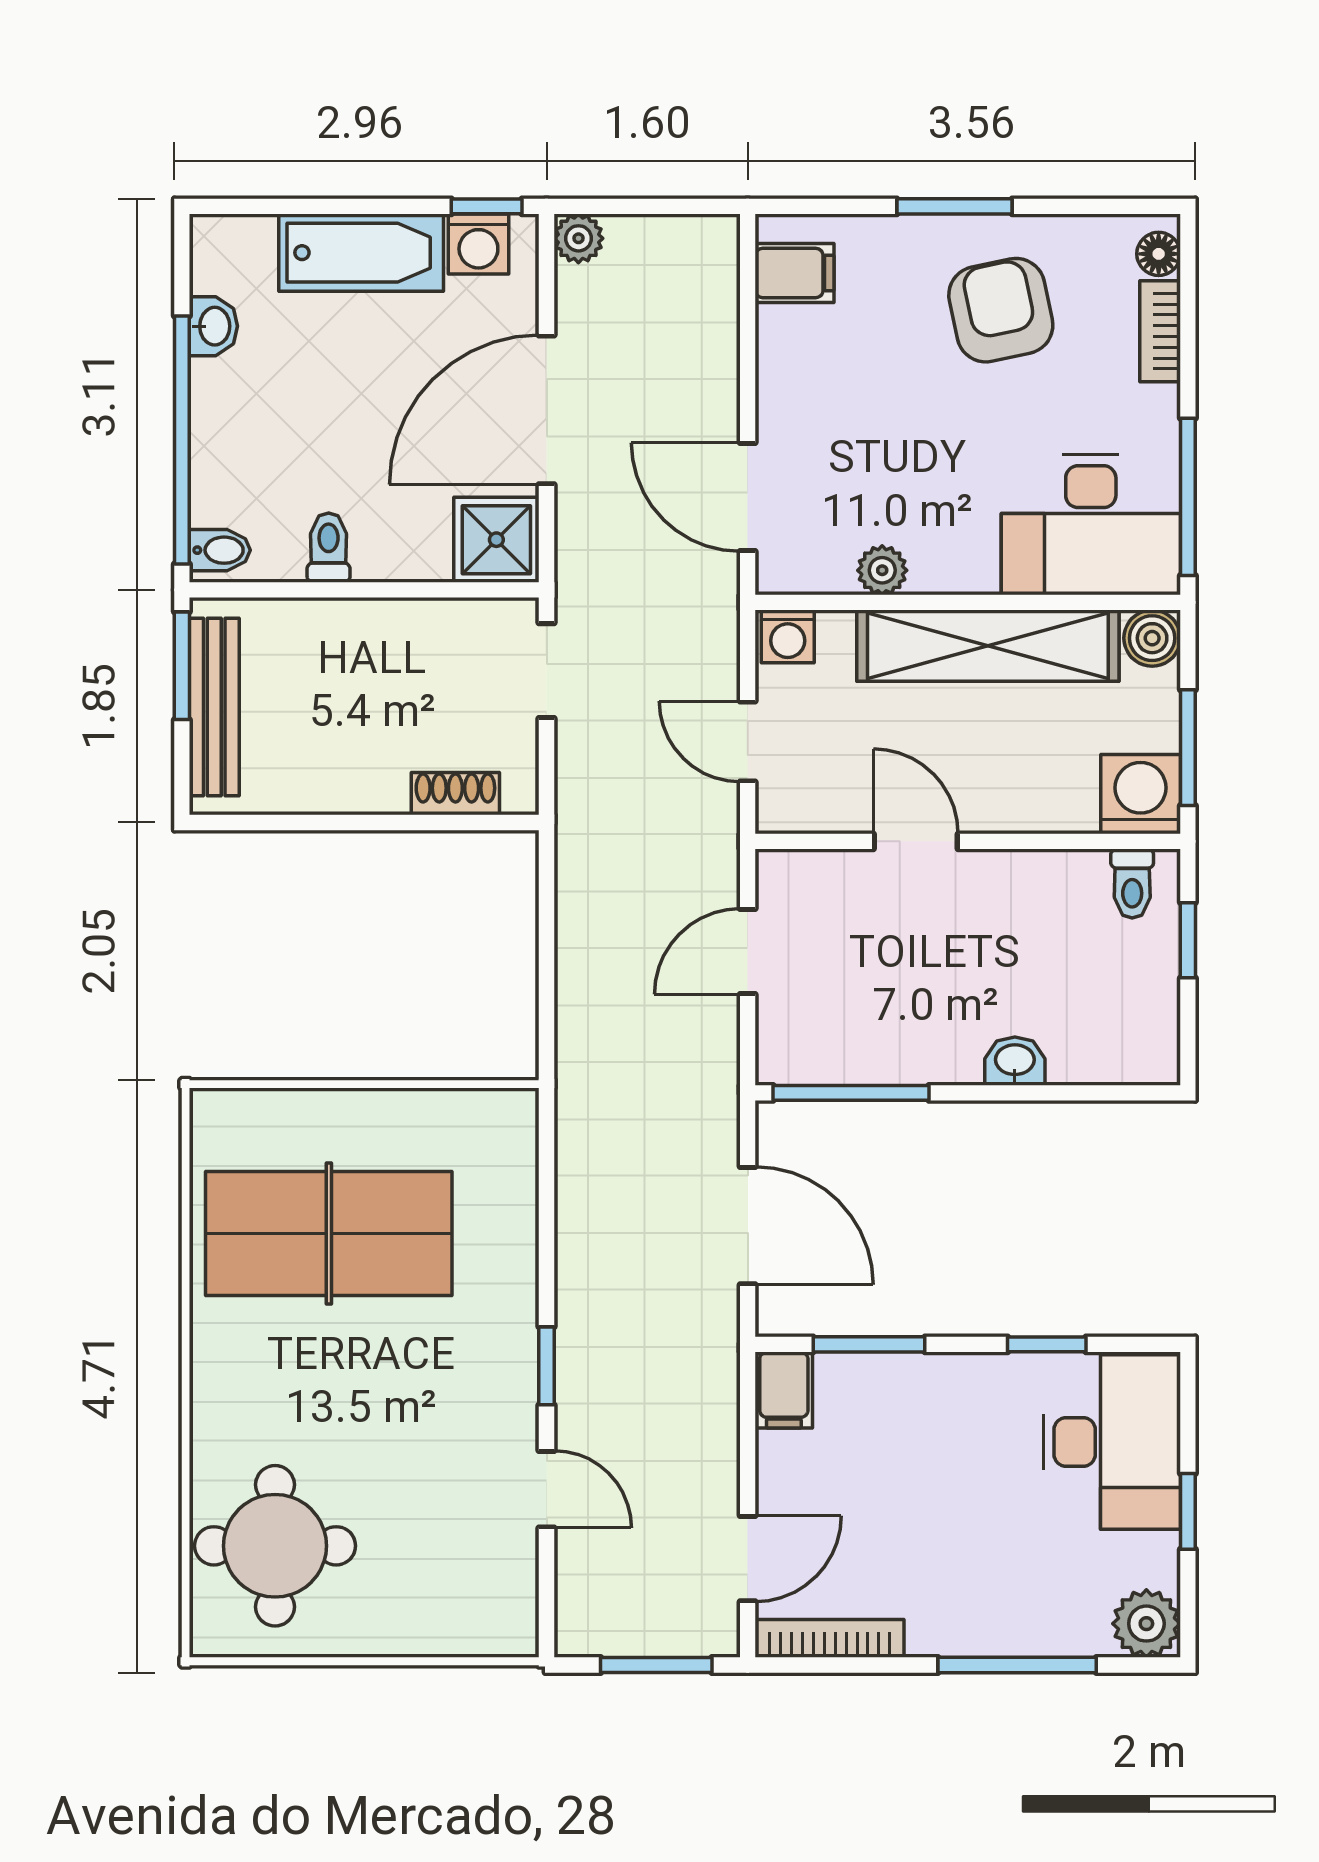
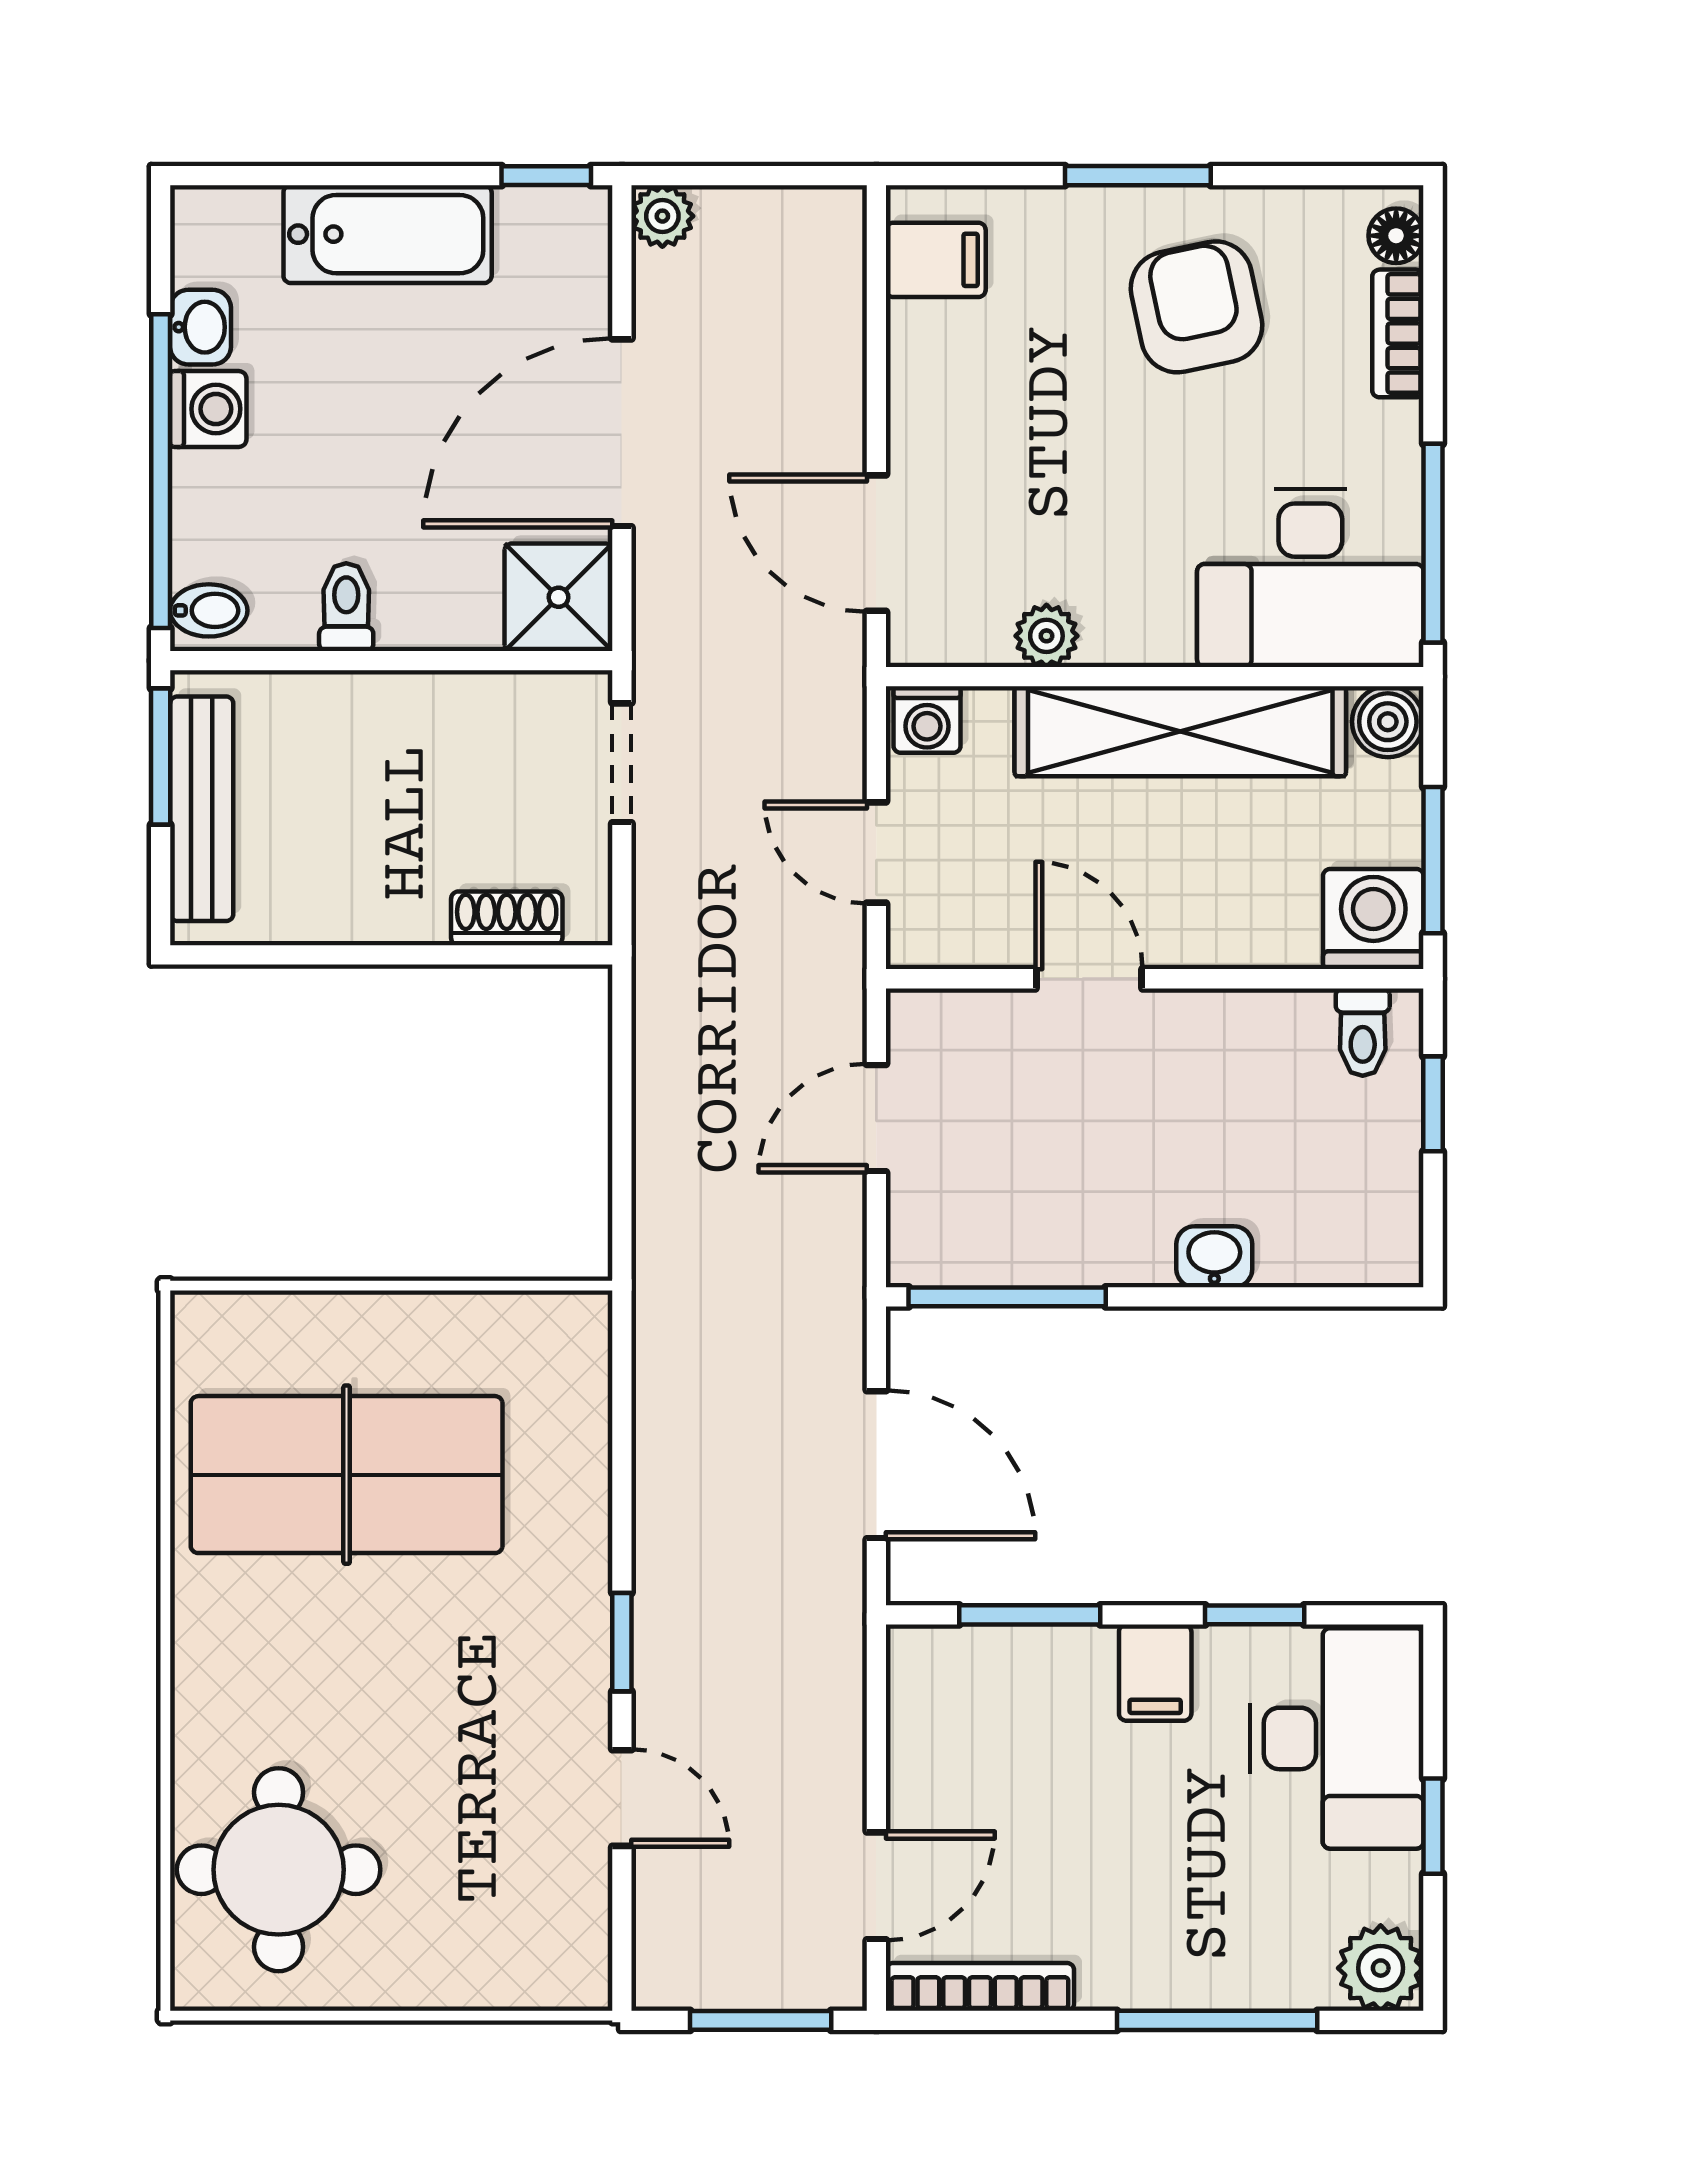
washing machine: (478, 244) -> (208, 409), moved, turned -90
filing cabinet: (784, 1390) -> (1155, 1673), moved

